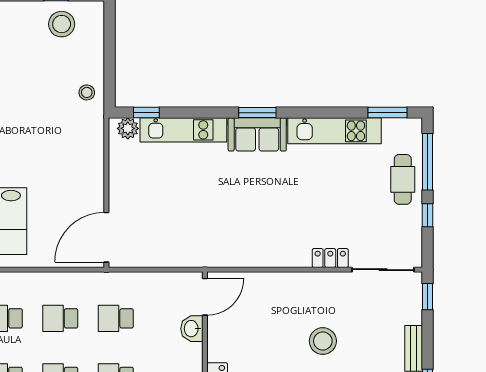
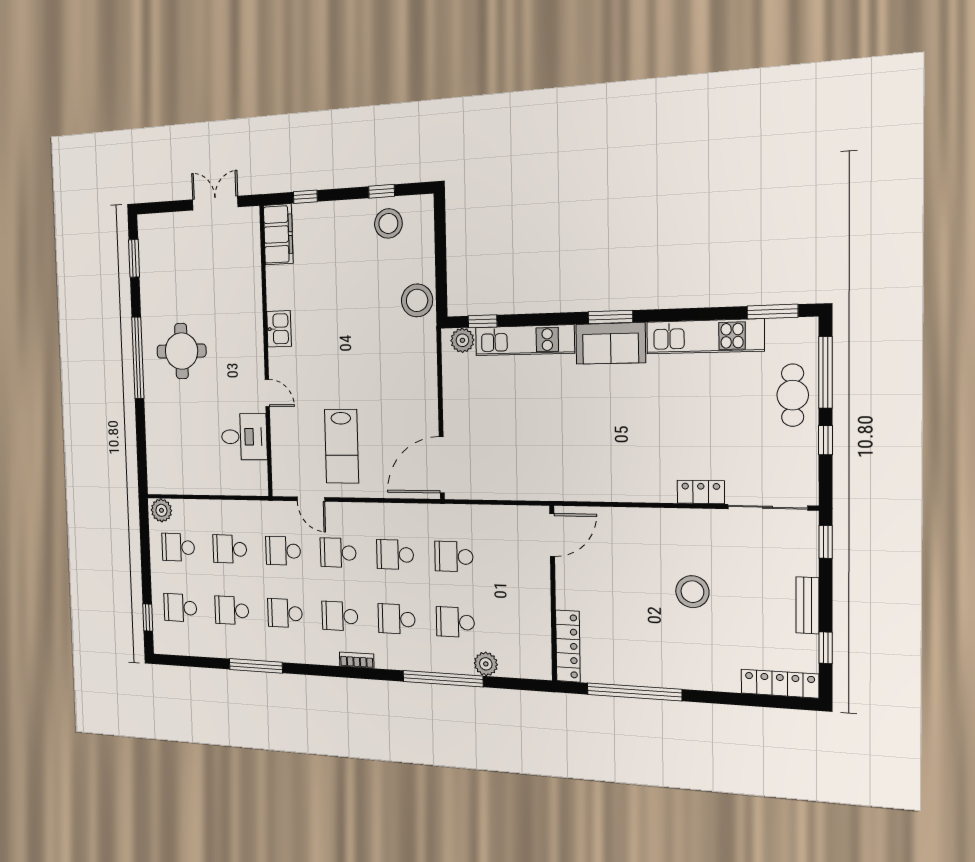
stool: (87, 92) -> (417, 300), width x1.89, depth x1.89
washbasin: (192, 329) -> (538, 571), removed

